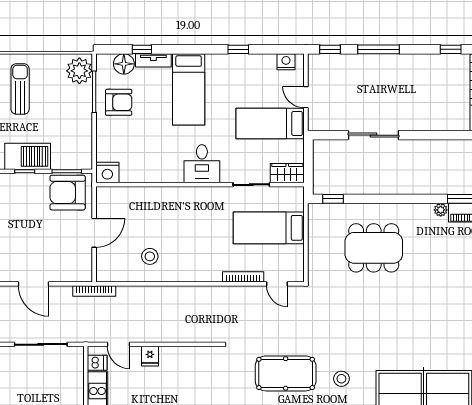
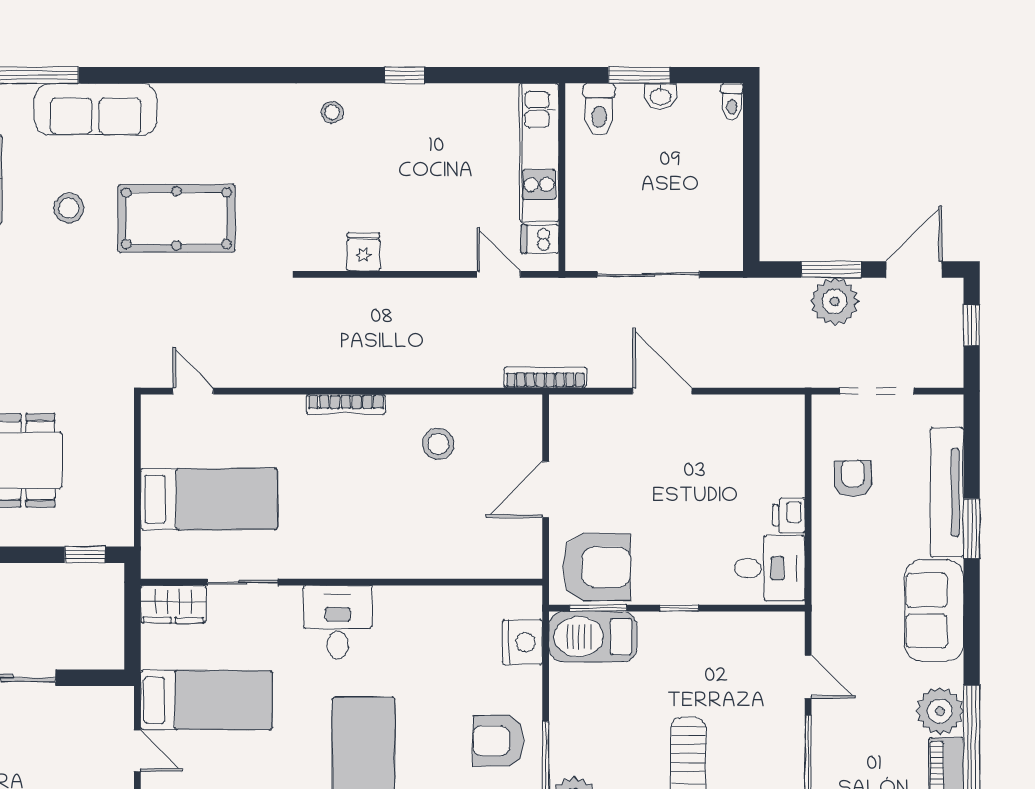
barbecue: (28, 156) -> (593, 637), moved
nightstand: (107, 173) -> (522, 642), moved, turned 90
bookcase: (243, 277) -> (346, 404), moved
fridge: (150, 356) -> (363, 252), moved

